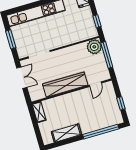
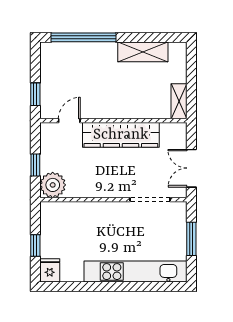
window: (97, 21) -> (35, 246), moved
window: (107, 55) -> (35, 165), width x0.46
window: (121, 103) -> (35, 94), moved

